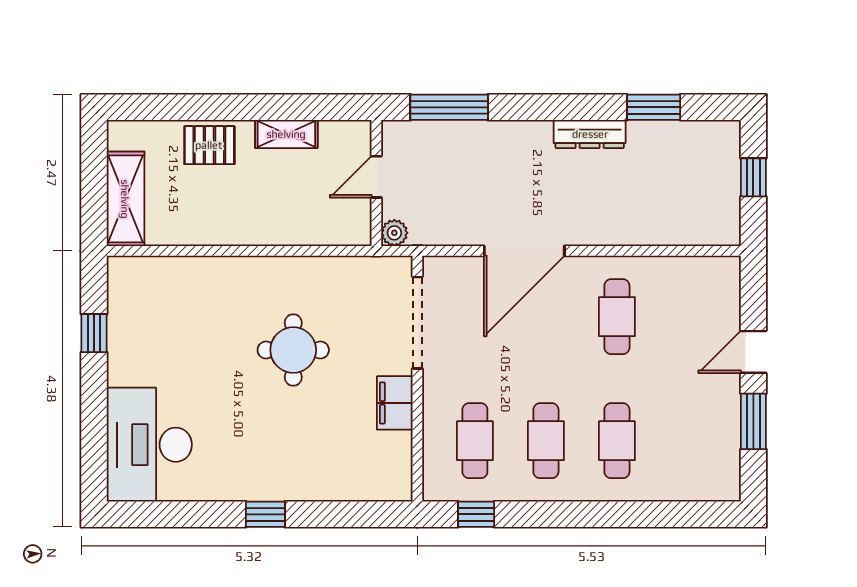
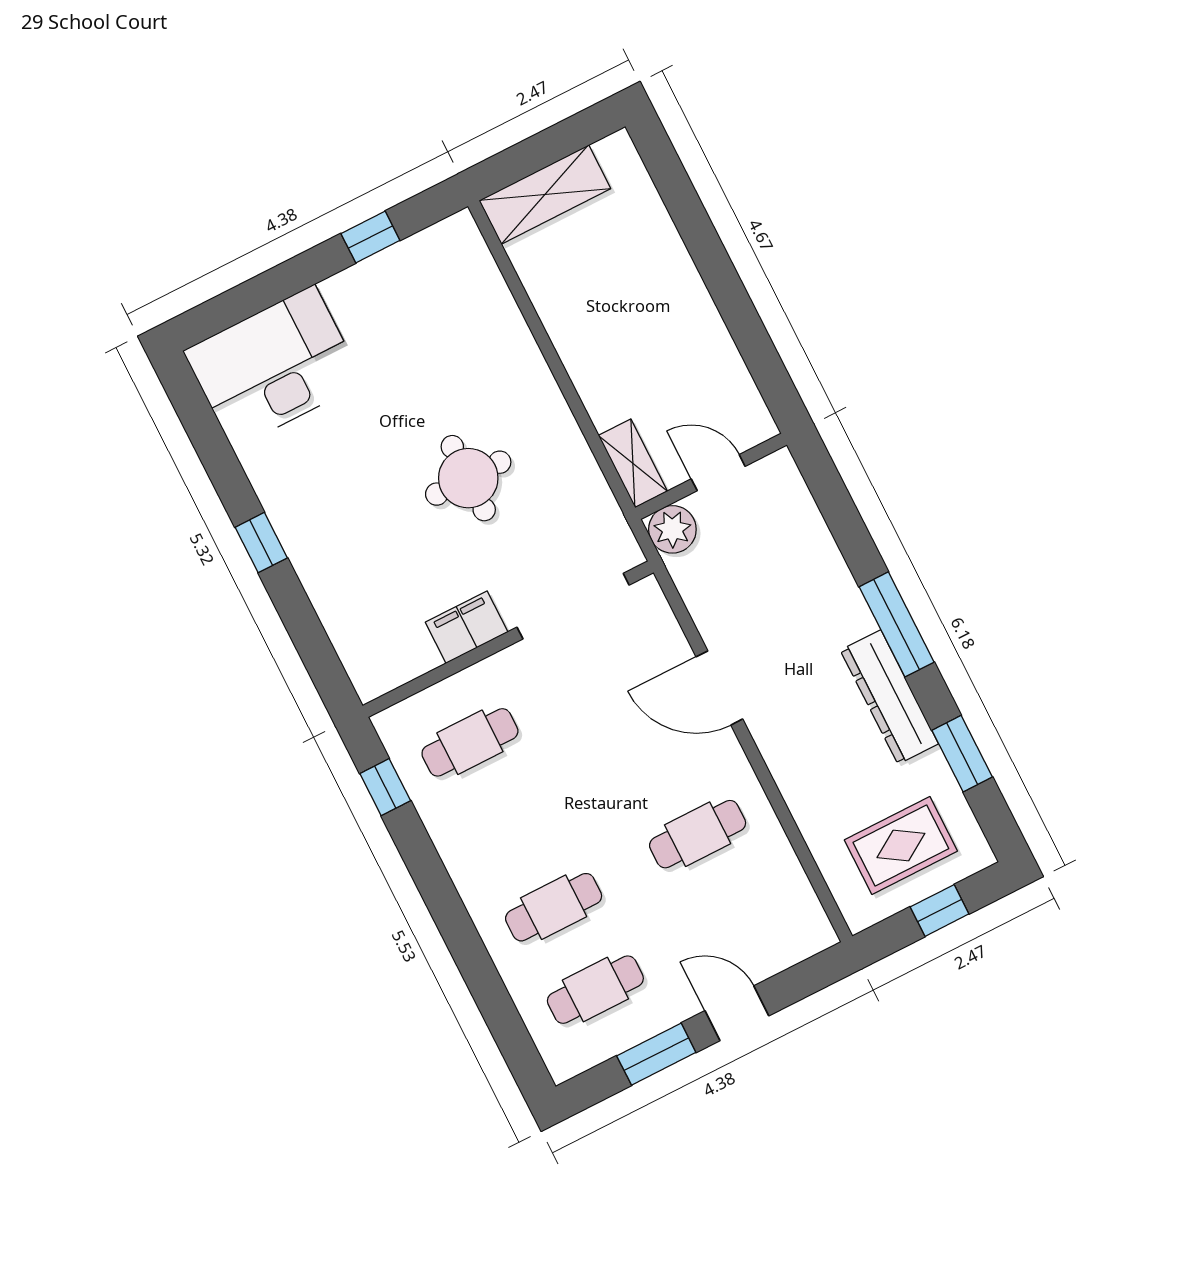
window: (449, 107) -> (897, 624), moved
shelving: (286, 134) -> (633, 463), moved
dresser: (590, 134) -> (889, 697), width x1.37, depth x1.24
pallet: (209, 145) -> (657, 260), removed
rug: (695, 181) -> (901, 845), added
plant: (394, 233) -> (672, 529), width x1.38, depth x1.38
door: (524, 251) -> (719, 688), width x0.73
cafe table: (546, 441) -> (595, 990), moved

